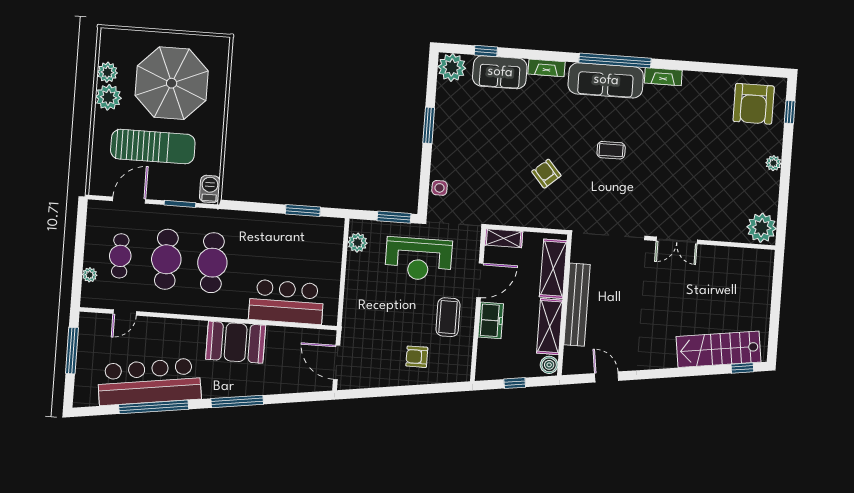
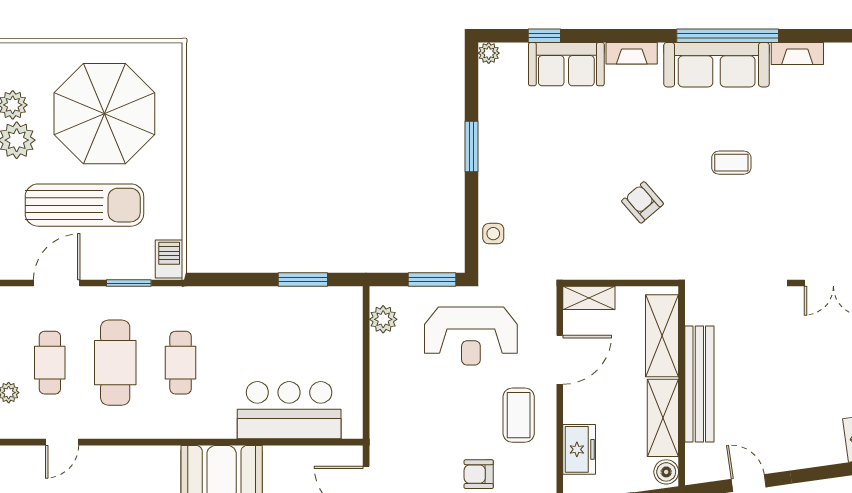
plant: (452, 67) -> (489, 53), width x0.53, depth x0.53
cafe table: (212, 263) -> (181, 363), width x0.73, depth x0.74
freezer: (491, 320) -> (579, 449), moved

